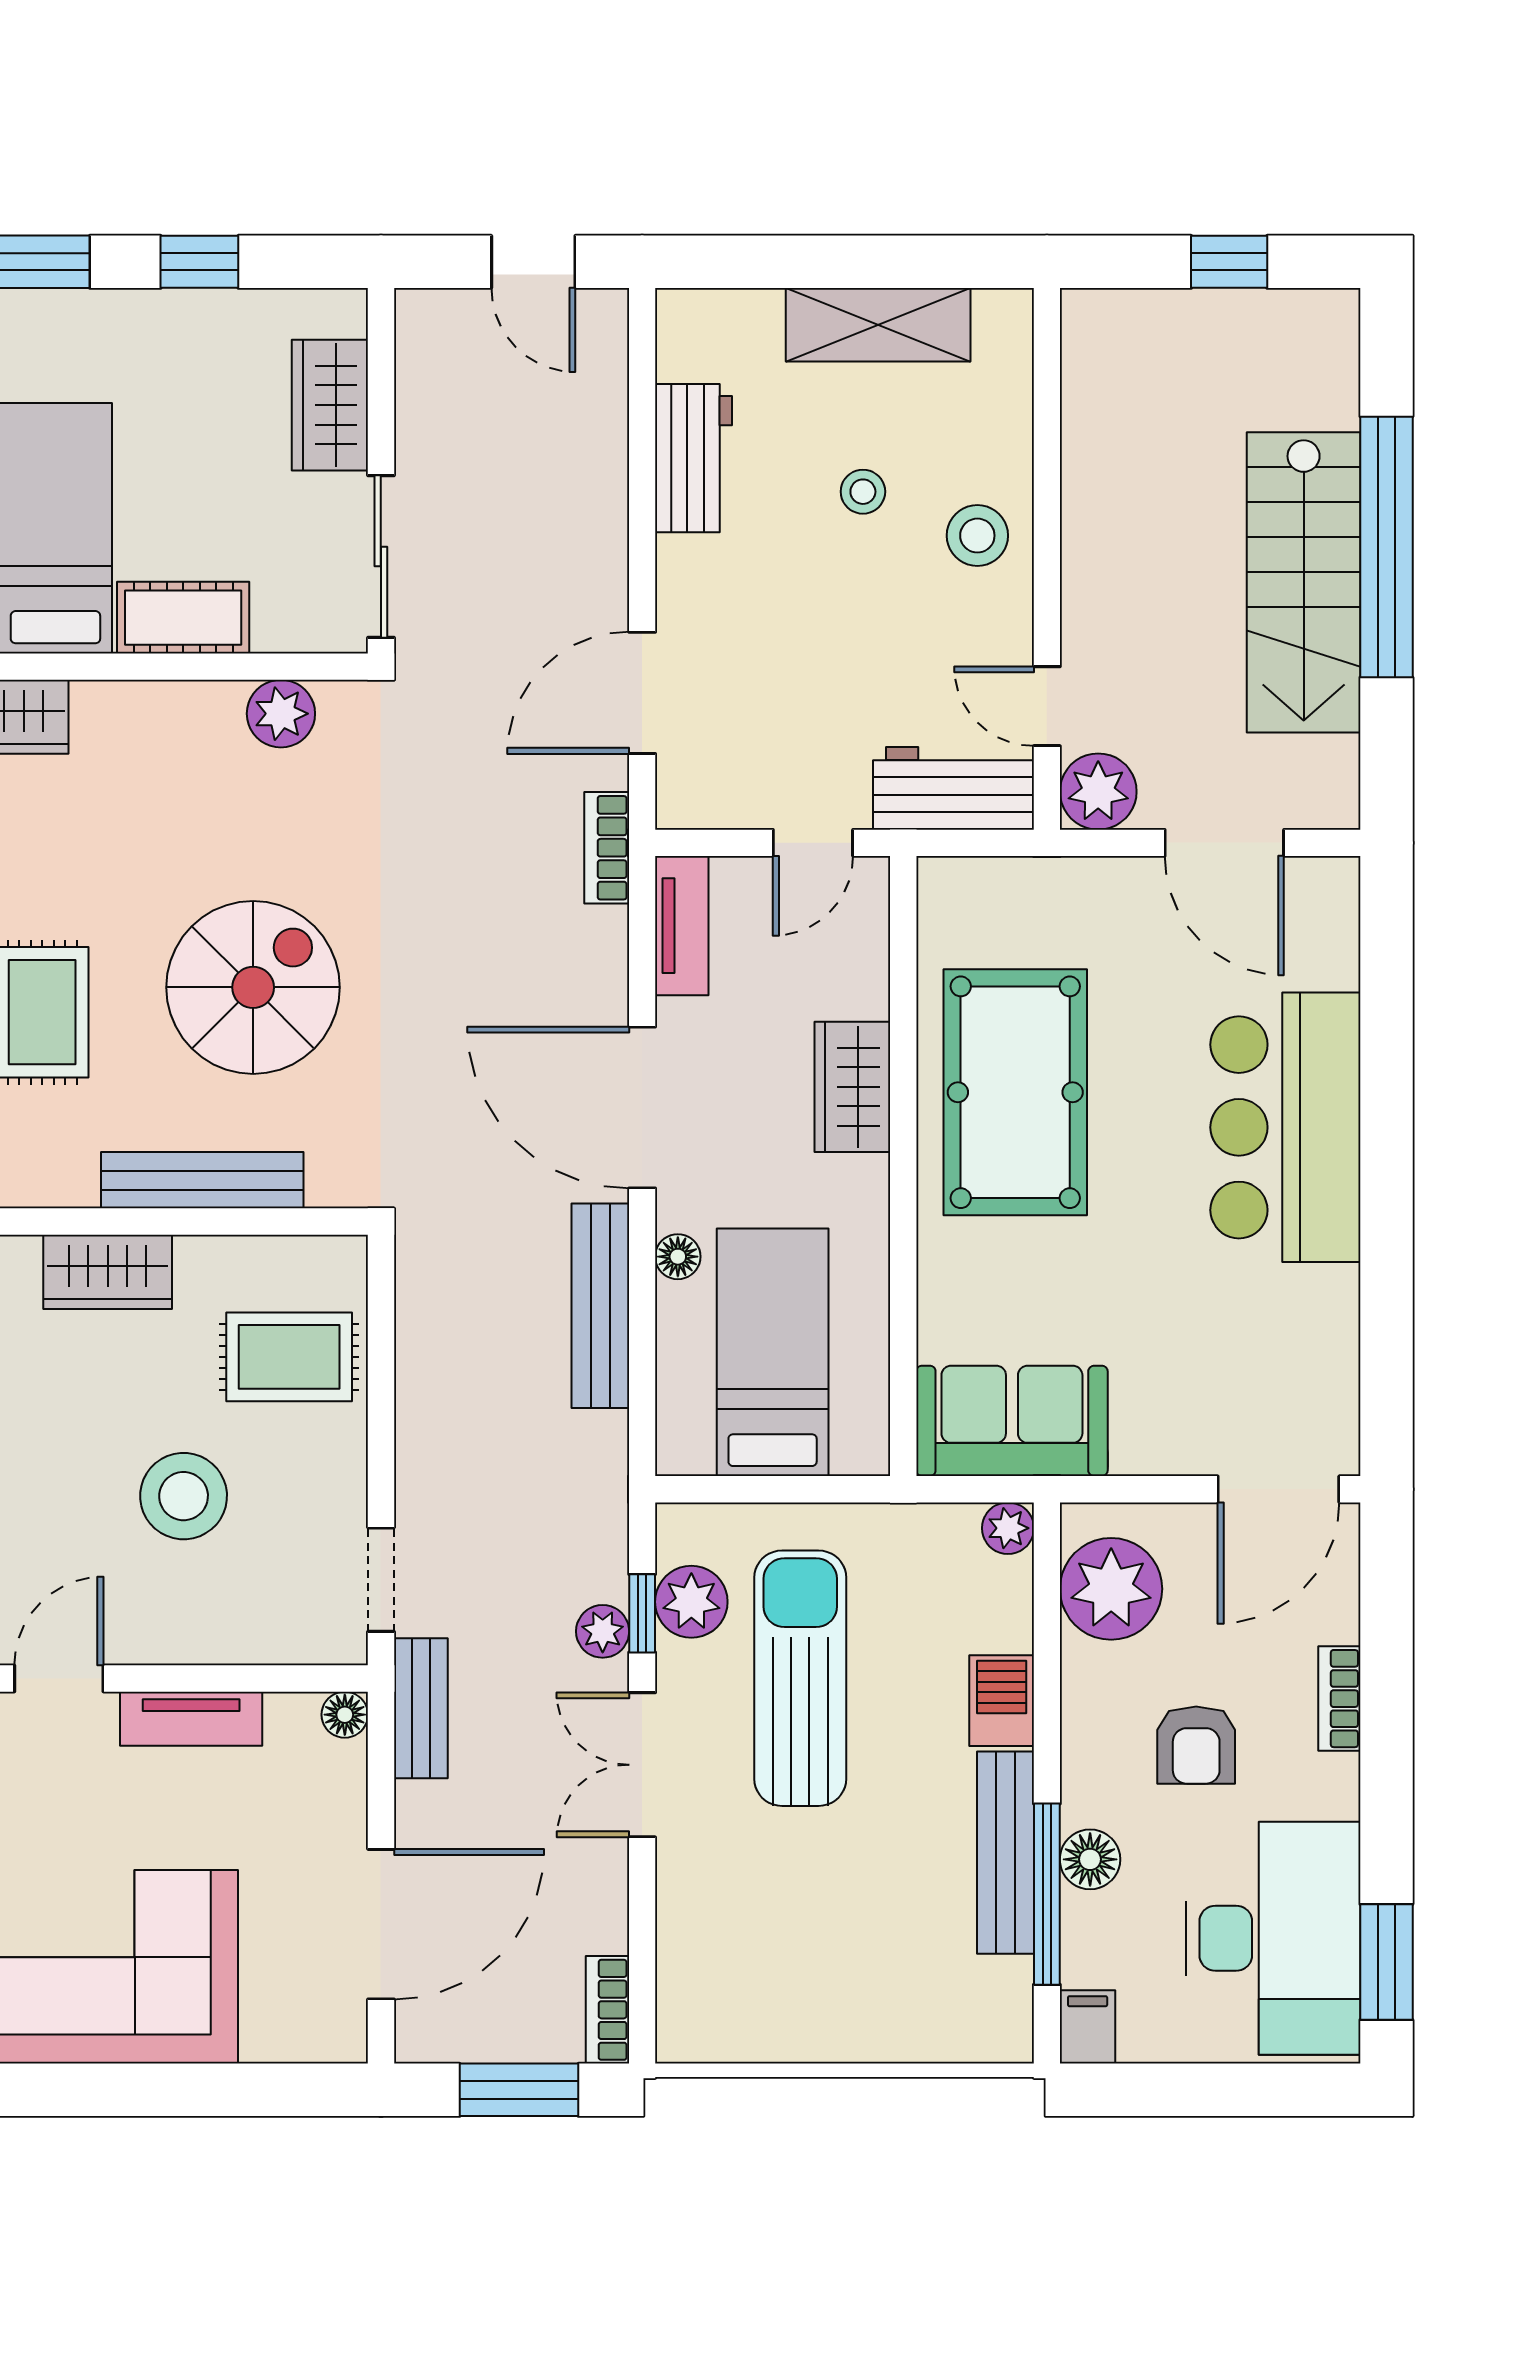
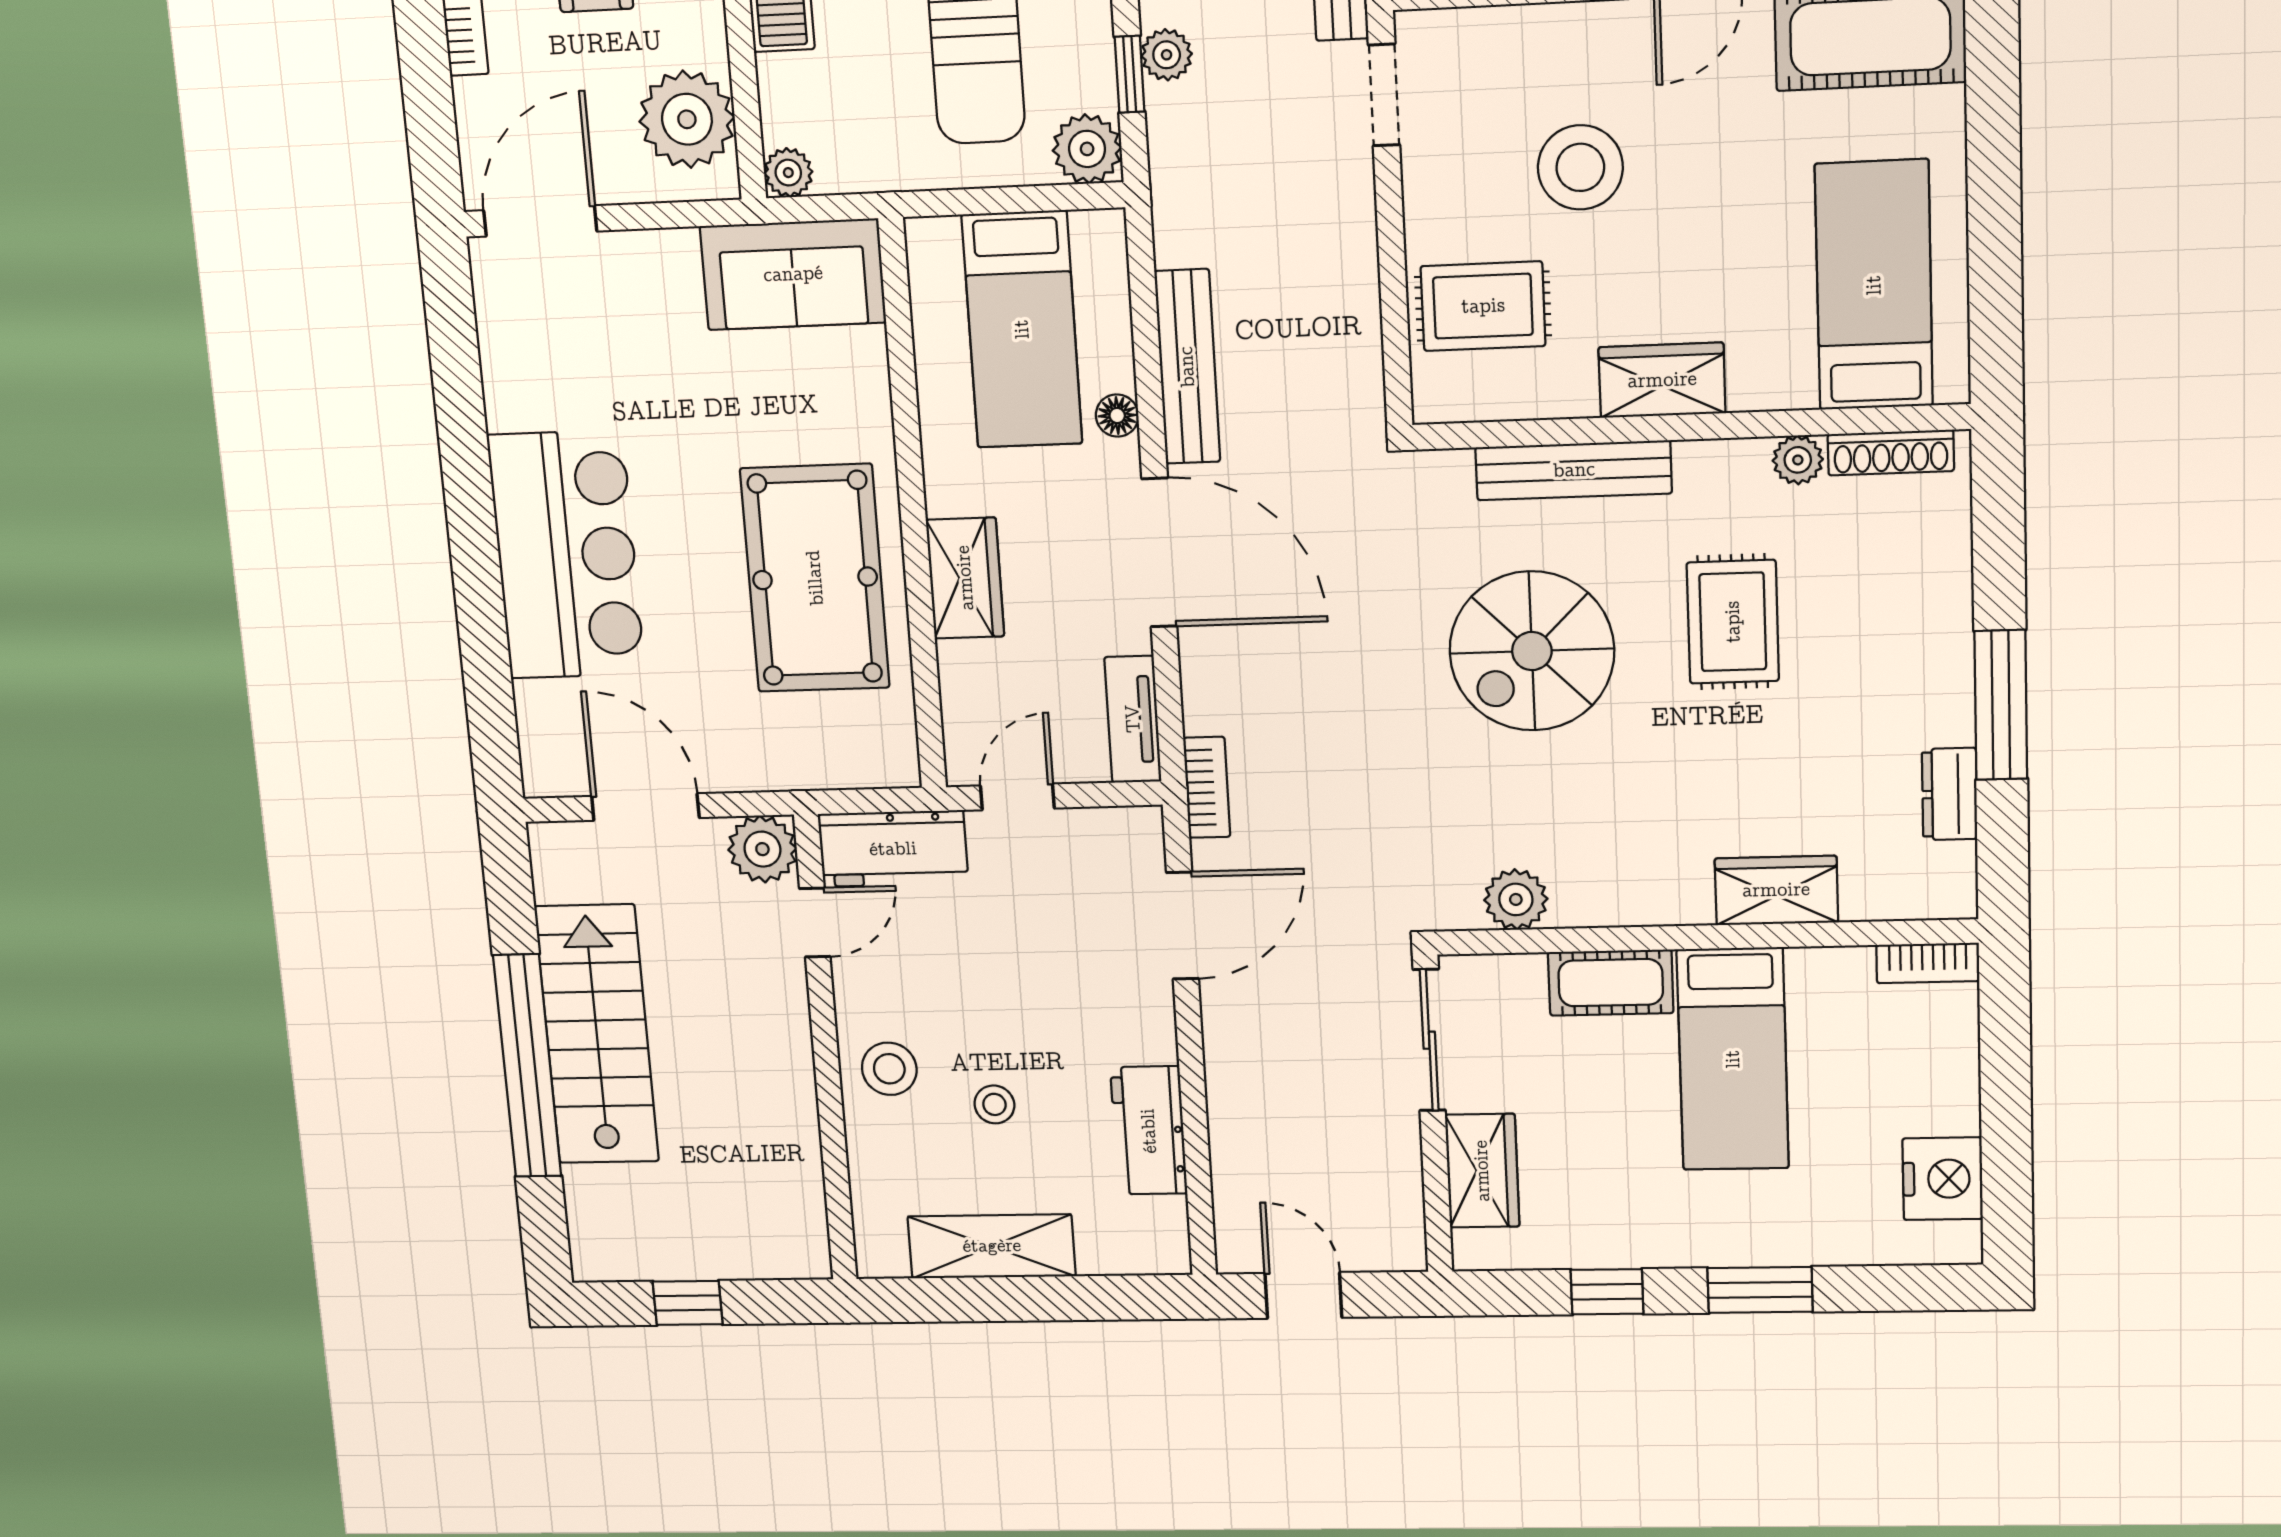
door: (1047, 706) -> (815, 923), hinge flipped
plant: (691, 1602) -> (1087, 149), moved

